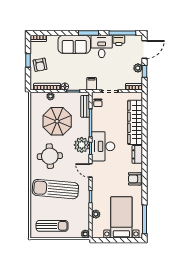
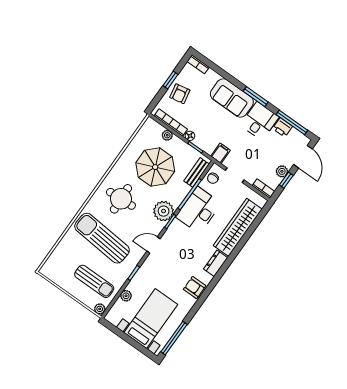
door: (144, 49) -> (303, 157), hinge flipped
desk: (103, 146) -> (199, 210), moved
door: (90, 170) -> (154, 245), hinge flipped
sun lounger: (52, 226) -> (94, 281), moved

